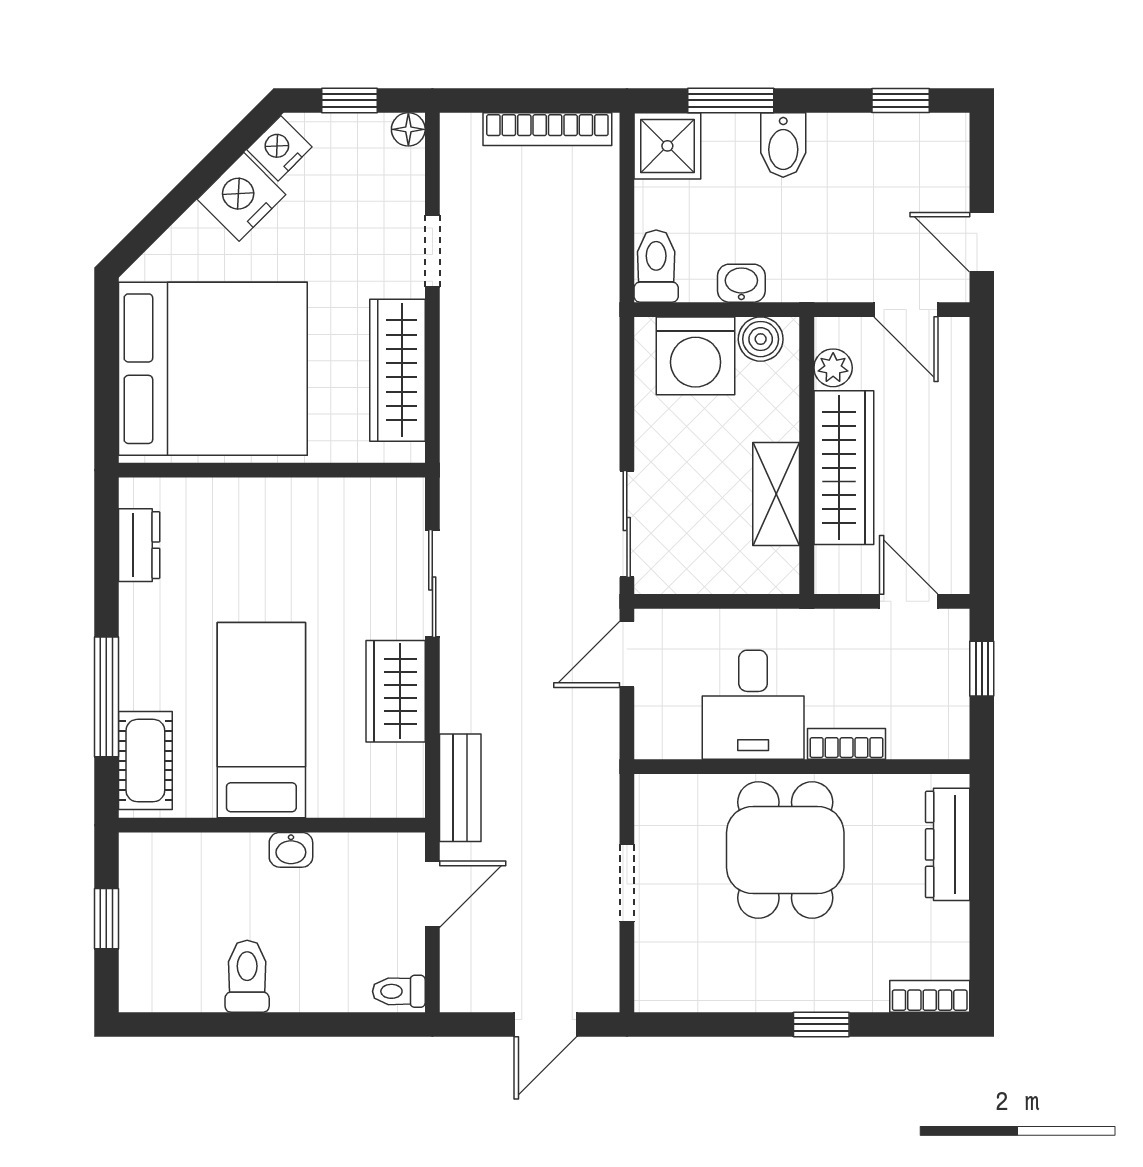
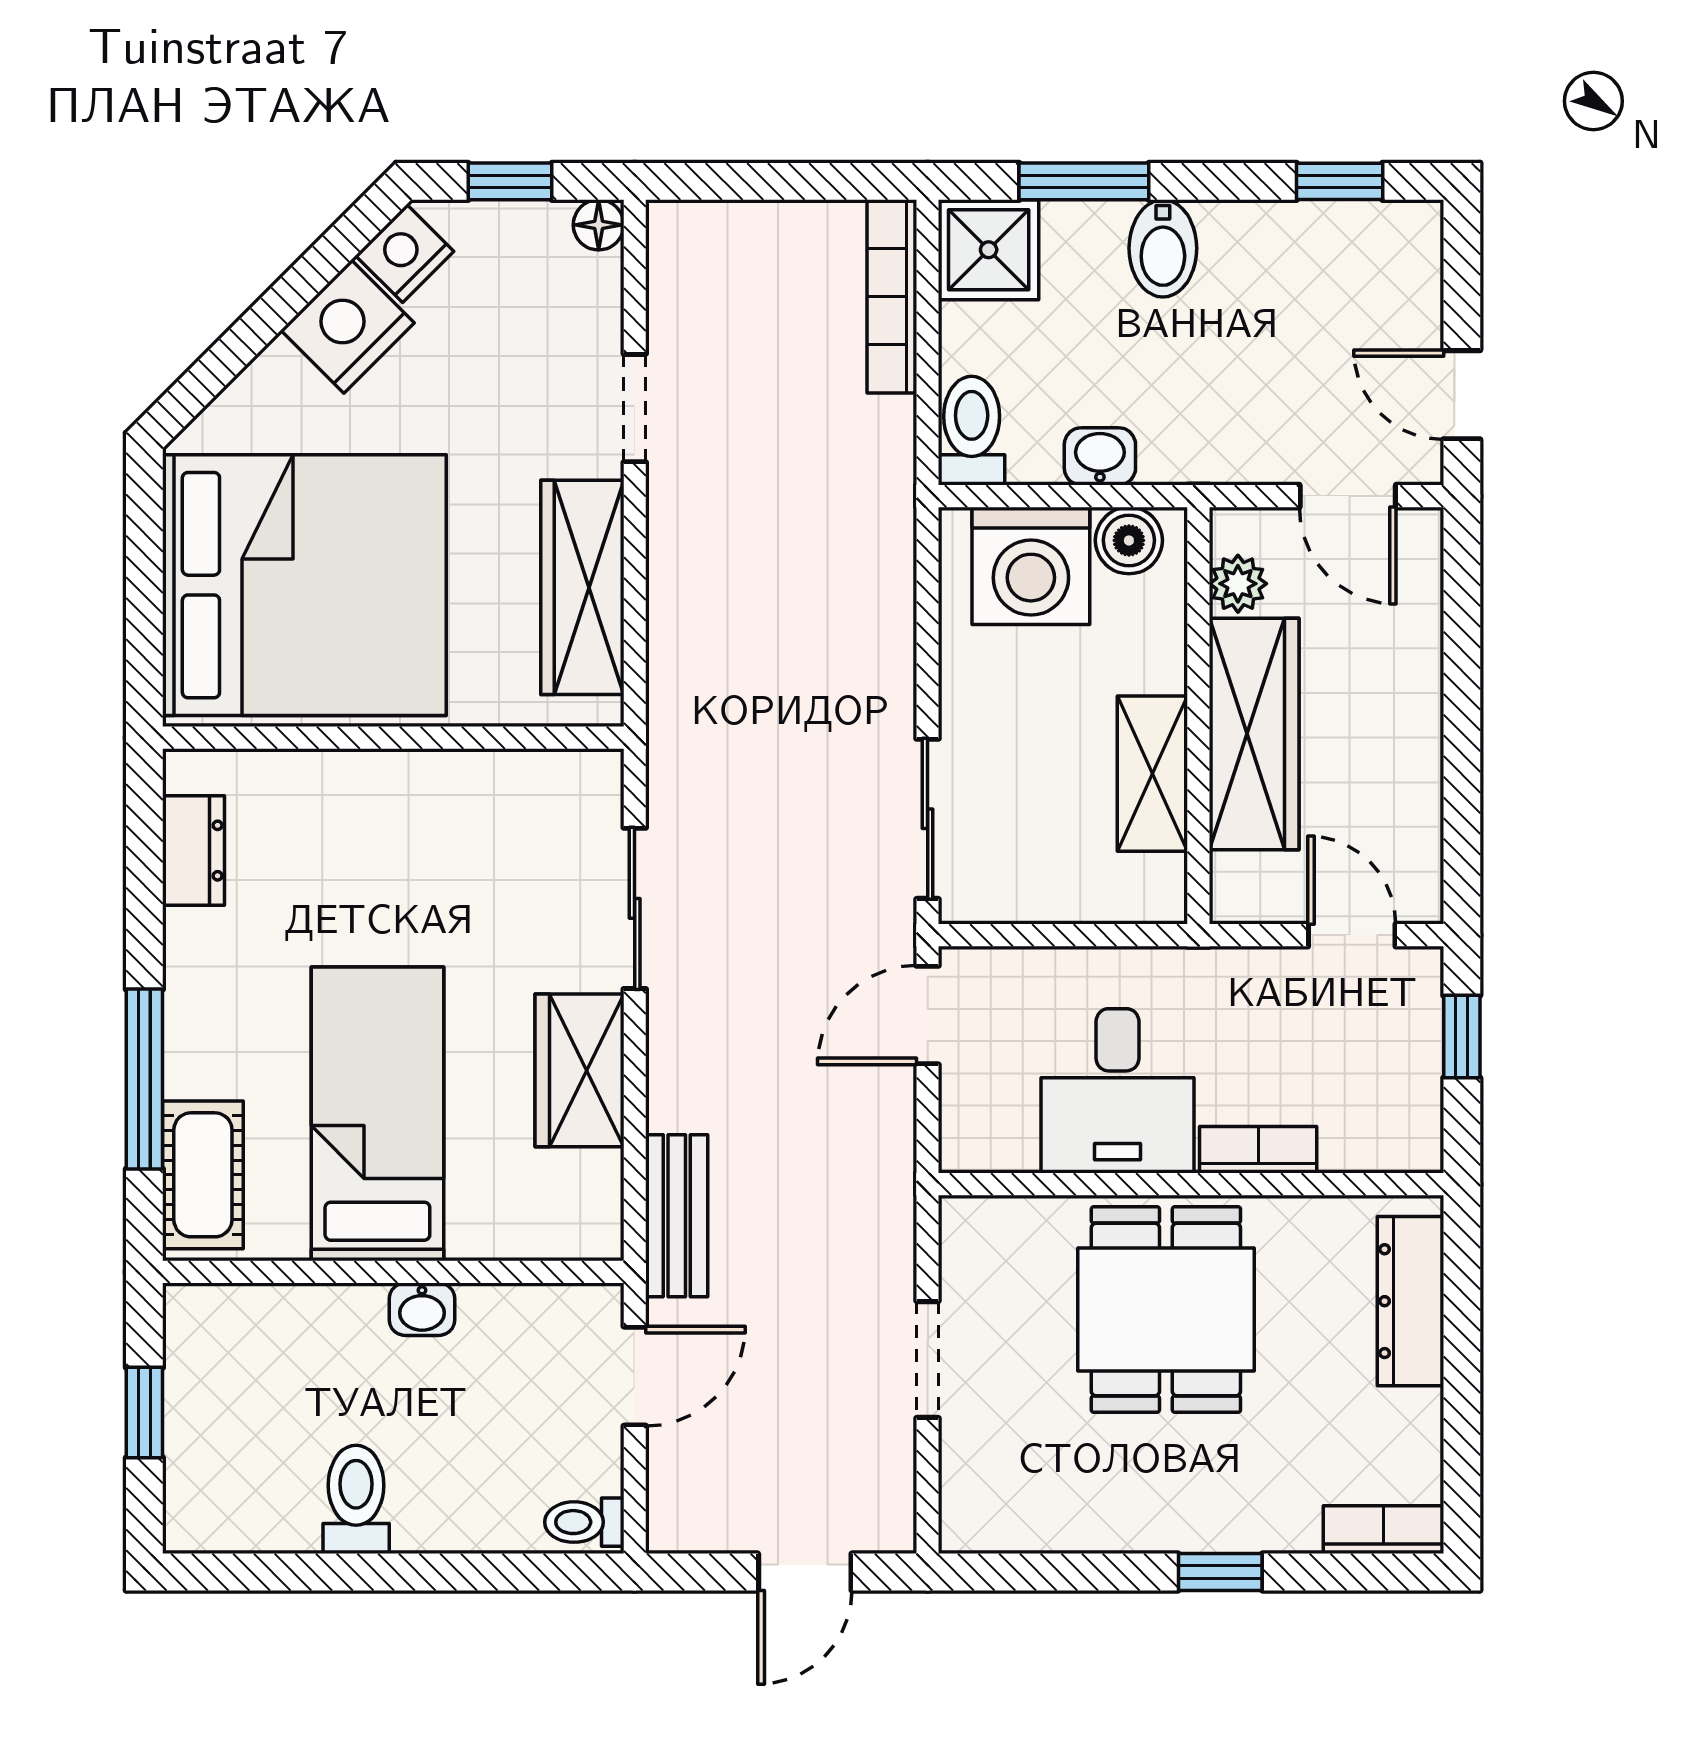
bookcase: (547, 129) -> (892, 296), moved, turned 90

